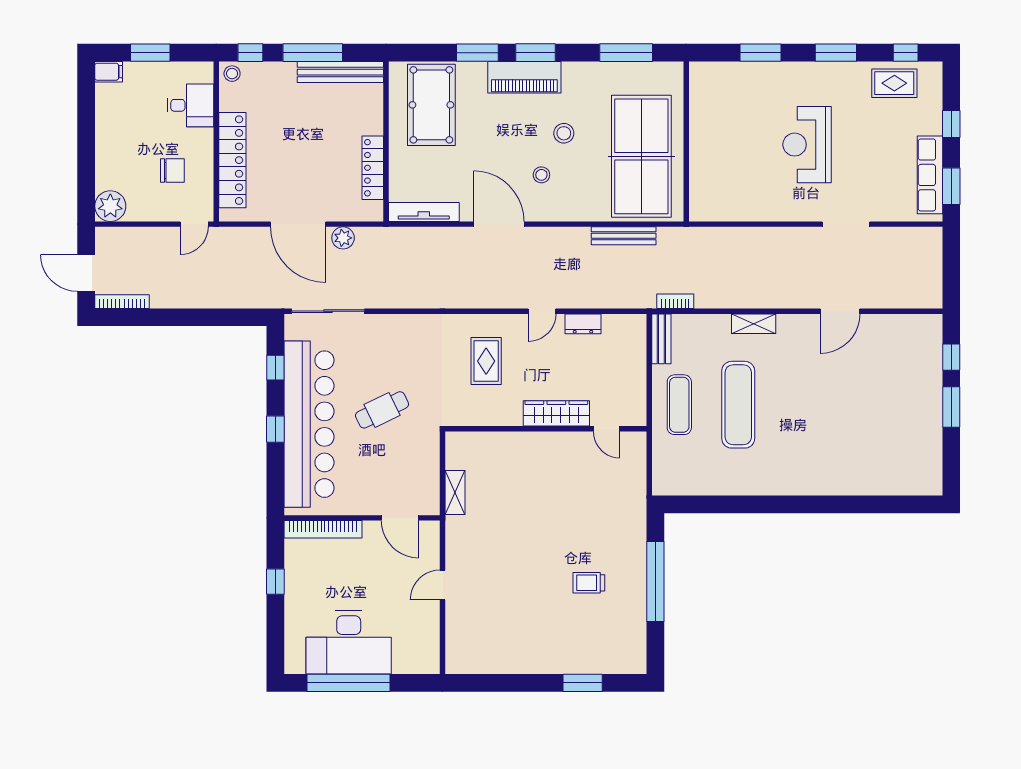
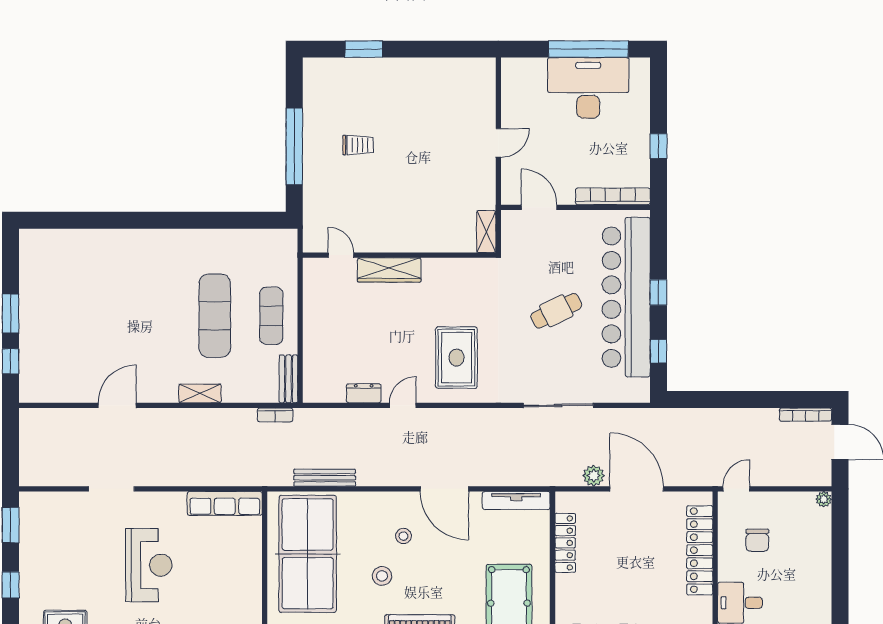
chair: (172, 171) -> (757, 540), turned -90
row of seats: (930, 175) -> (225, 503), moved, turned 90
plant: (110, 206) -> (824, 499), width x0.53, depth x0.53
sliding door: (328, 311) -> (558, 405), moved
rug: (486, 361) -> (456, 358), width x1.36, depth x1.43
wardrobe: (556, 413) -> (389, 270), moved
wall: (546, 429) -> (399, 255), moved
door: (607, 429) -> (341, 255), moved

